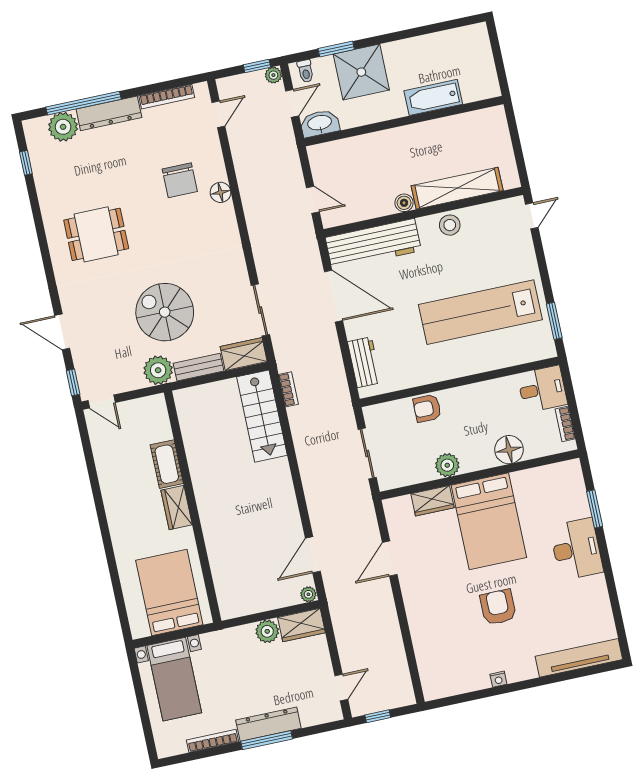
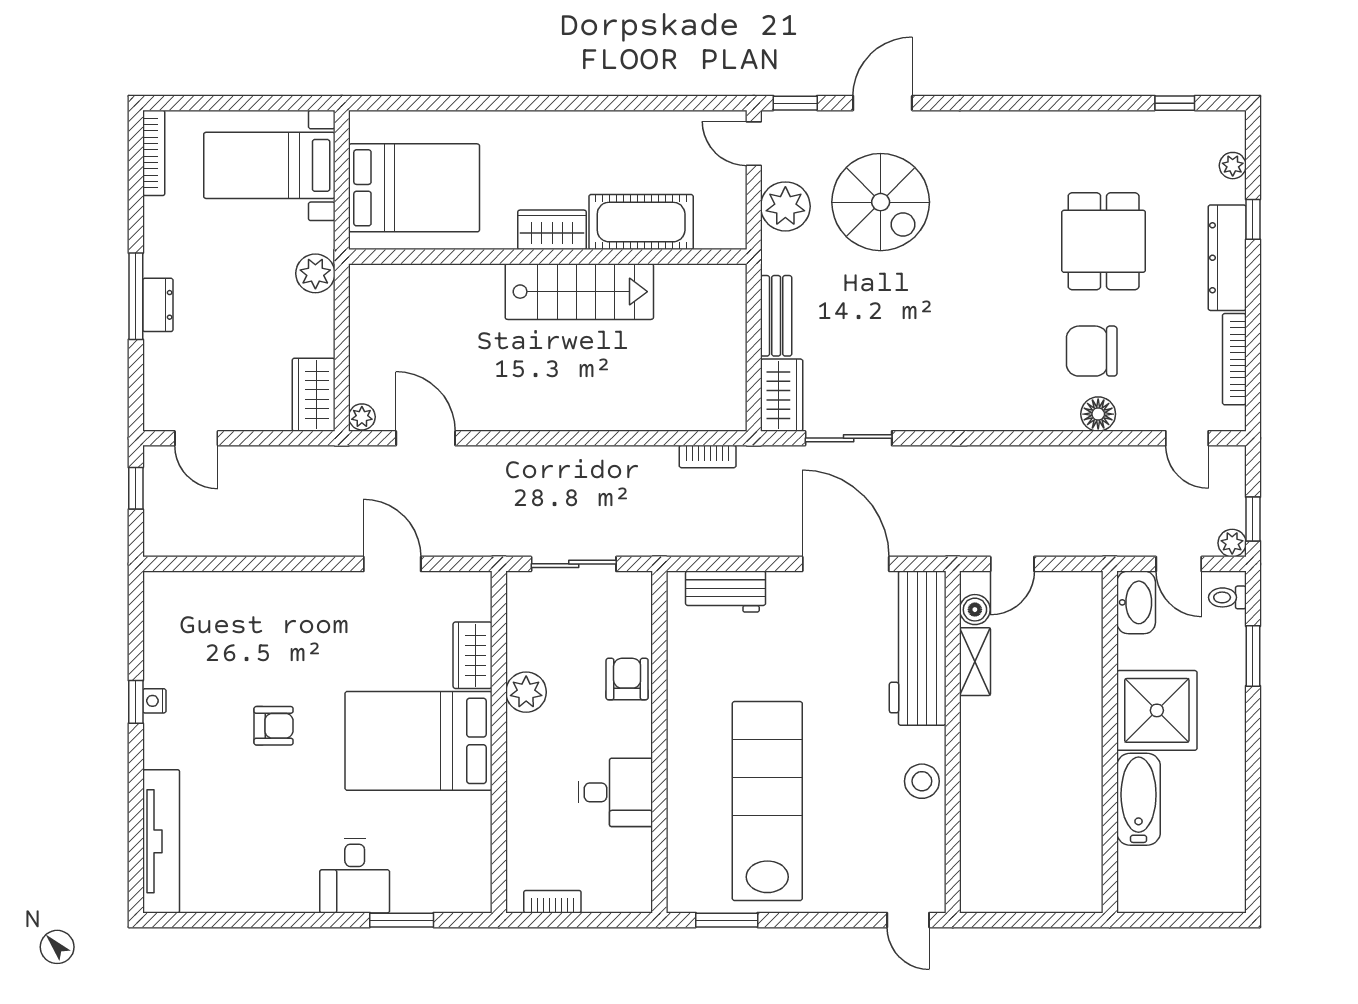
shower: (361, 72) -> (1157, 710), moved
window: (84, 103) -> (1253, 219), width x0.32
plant: (63, 127) -> (1233, 166), width x0.53, depth x0.53
shelving: (457, 188) -> (975, 662), moved, width x0.45, depth x0.75
floor lamp: (220, 192) -> (1098, 414), moved
boiler: (404, 203) -> (975, 610), moved
dining table: (96, 234) -> (1104, 241), moved
door: (333, 296) -> (846, 564), swing flipped
spiral stairs: (165, 312) -> (881, 202), moved, turned 90
plant: (158, 370) -> (785, 206), moved
desk: (542, 389) -> (615, 792), moved, turned -90
door: (102, 401) -> (754, 144), hinge flipped
stairs: (262, 416) -> (579, 292), moved, turned 180
floor lamp: (509, 450) -> (530, 800), removed
cot: (167, 464) -> (641, 222), width x1.37, depth x1.34
desk: (576, 549) -> (355, 876), width x0.73
armchair: (498, 607) -> (274, 726), width x0.72, depth x0.72
plant: (267, 631) -> (315, 273), moved
window: (501, 690) -> (136, 702), added
dresser: (268, 724) -> (158, 305), width x0.51, depth x0.80
bookcase: (213, 741) -> (154, 153), moved

